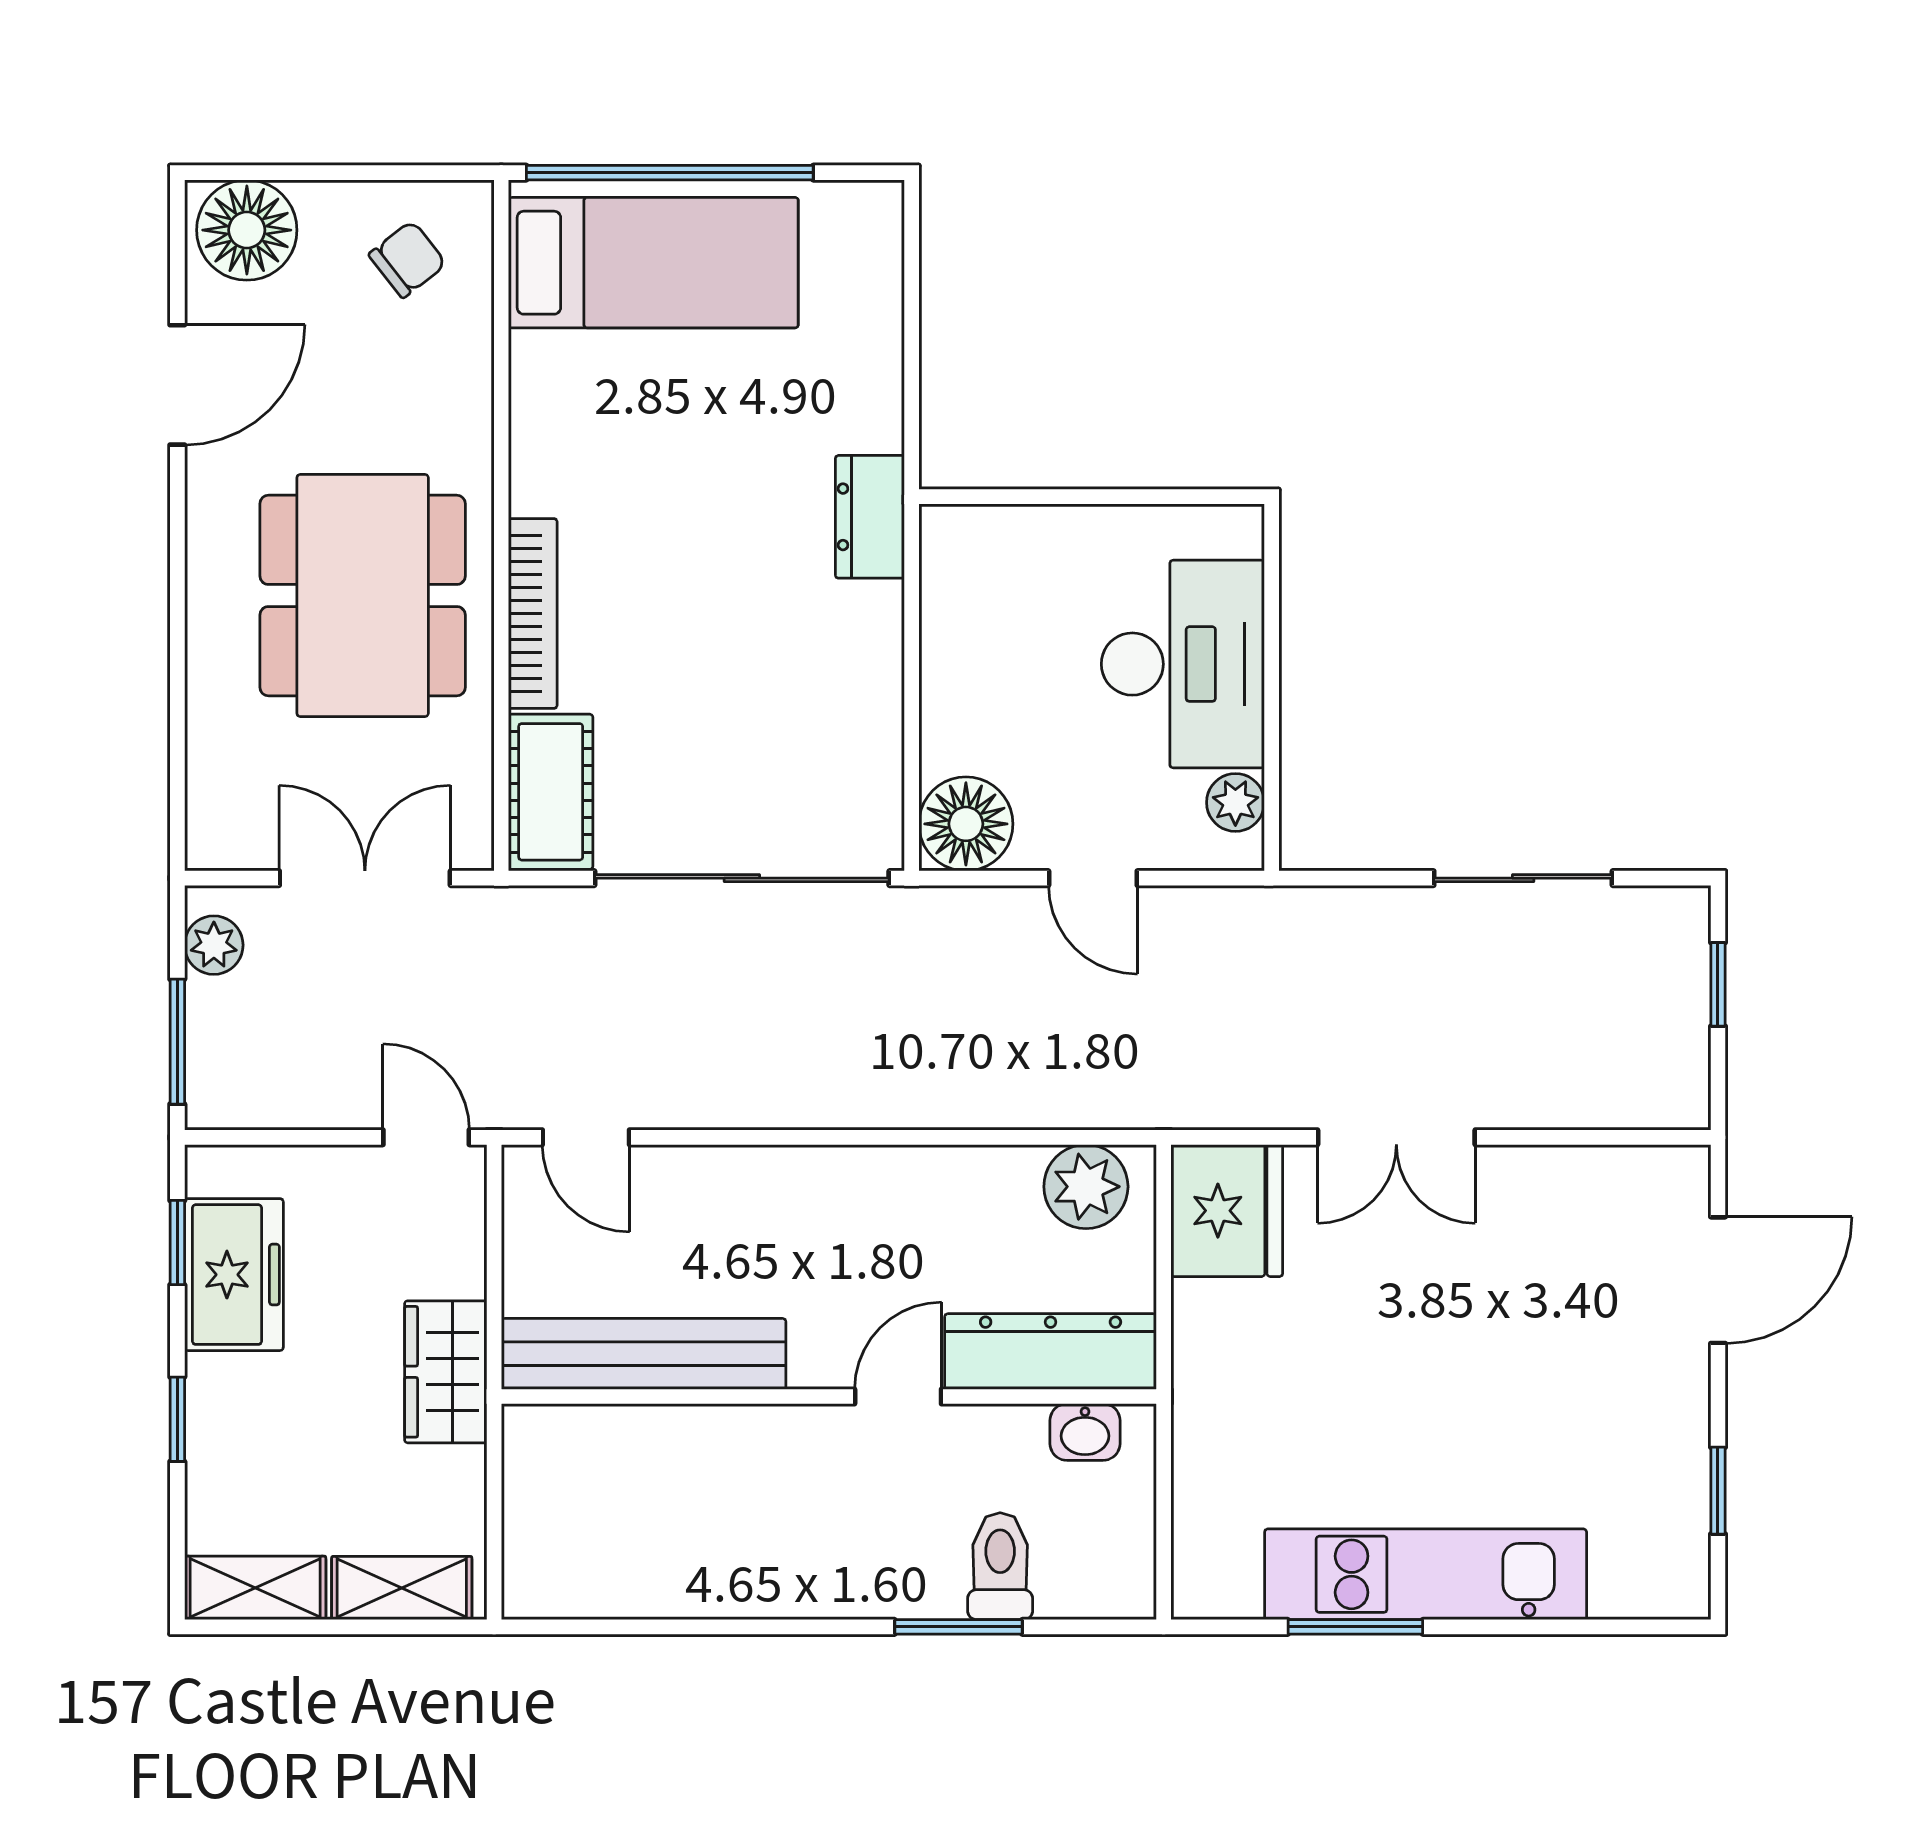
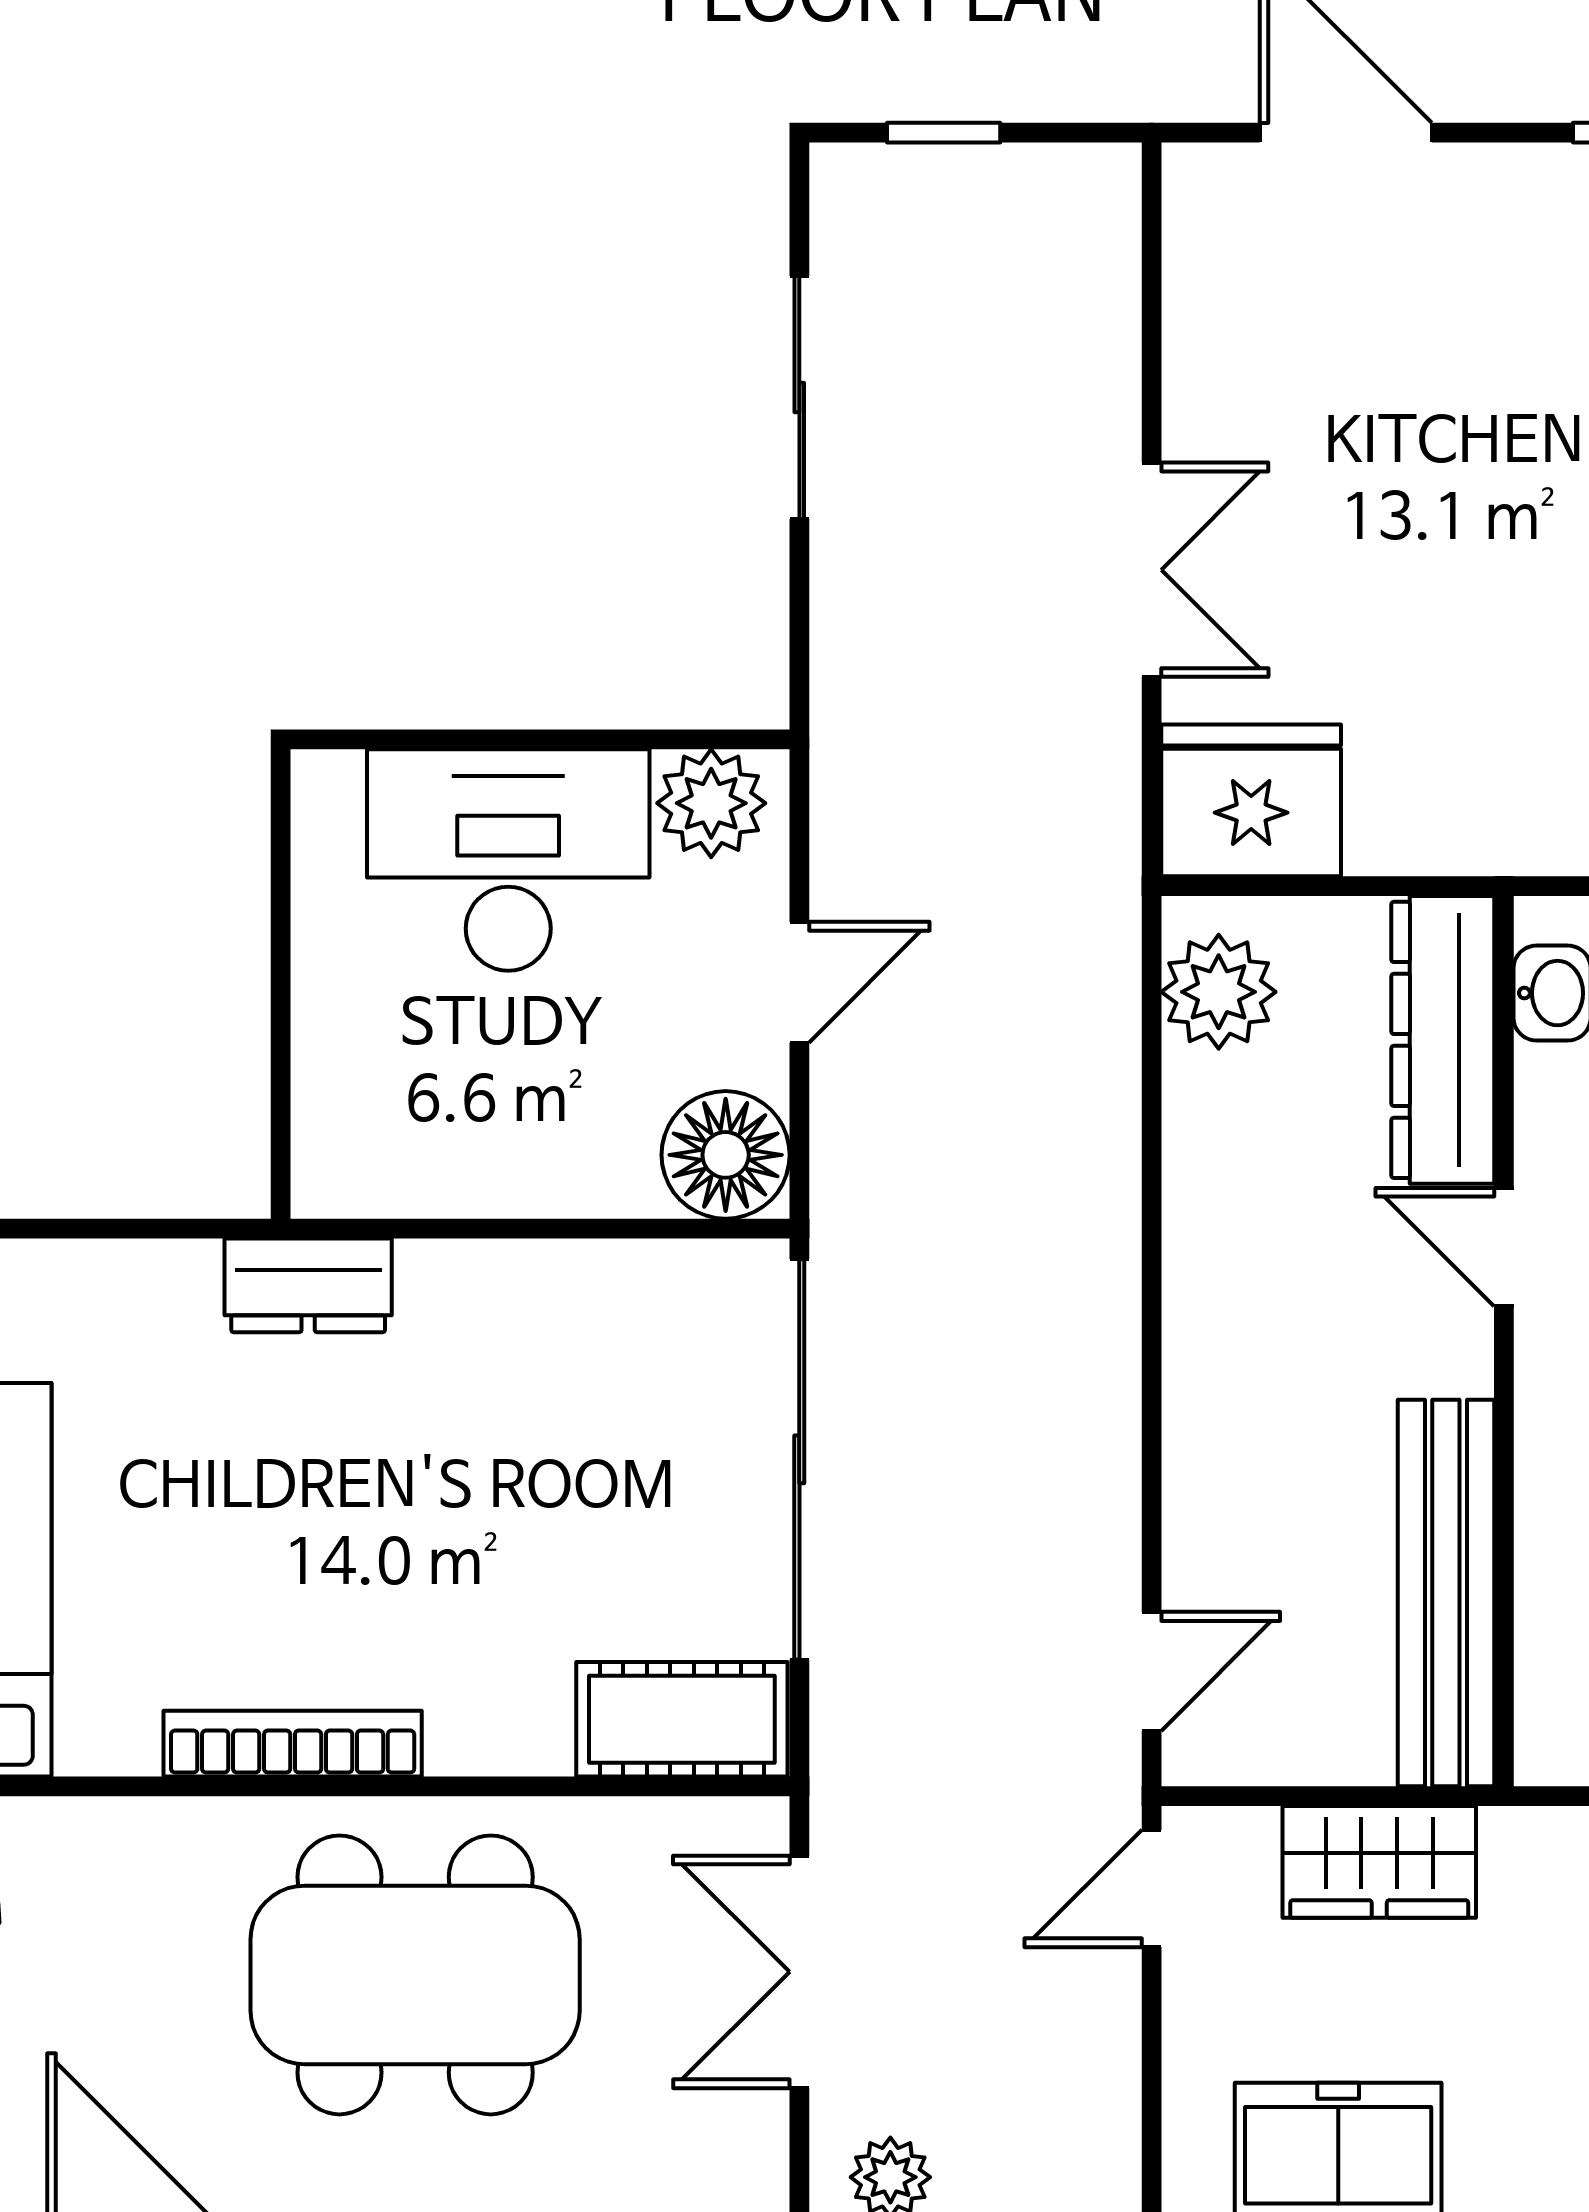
bookcase: (533, 613) -> (293, 1744), moved
plant: (1235, 802) -> (711, 803), width x1.38, depth x1.38
wardrobe: (446, 1372) -> (1379, 1862), moved

